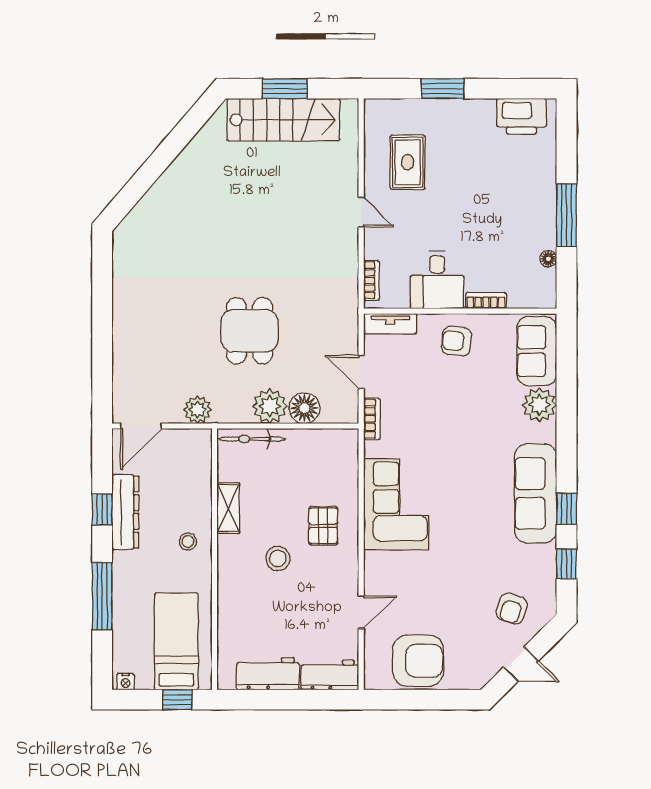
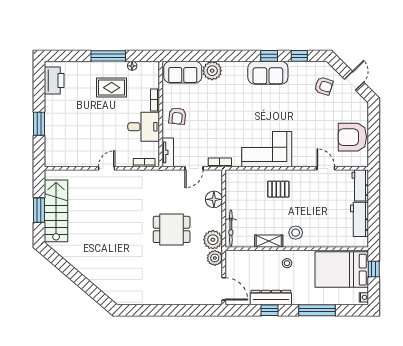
rug: (408, 162) -> (112, 88), moved
plant: (270, 406) -> (213, 240), moved
sofa: (536, 493) -> (268, 73), width x0.73
stool: (278, 558) -> (296, 233), moved
bed: (176, 641) -> (342, 270), width x1.50
armchair: (418, 661) -> (352, 137), turned -90

